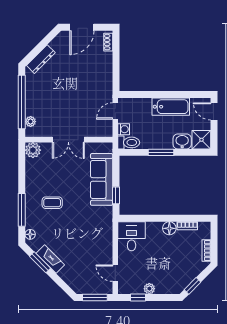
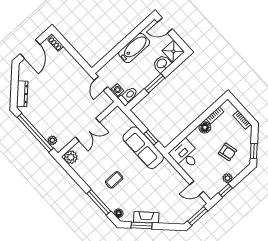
sofa: (102, 179) -> (143, 148), moved
armchair: (170, 267) -> (228, 152), added

